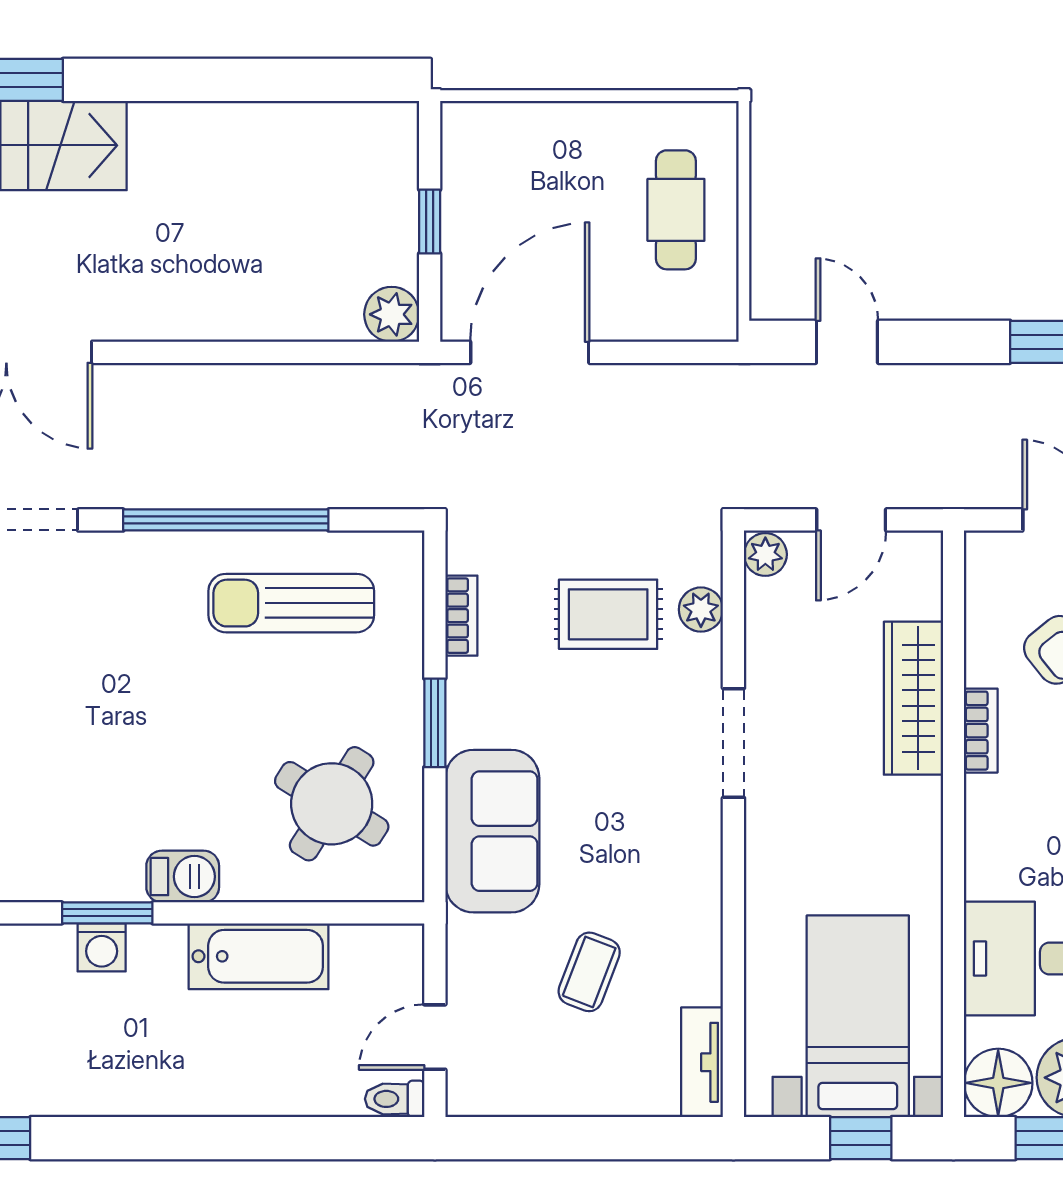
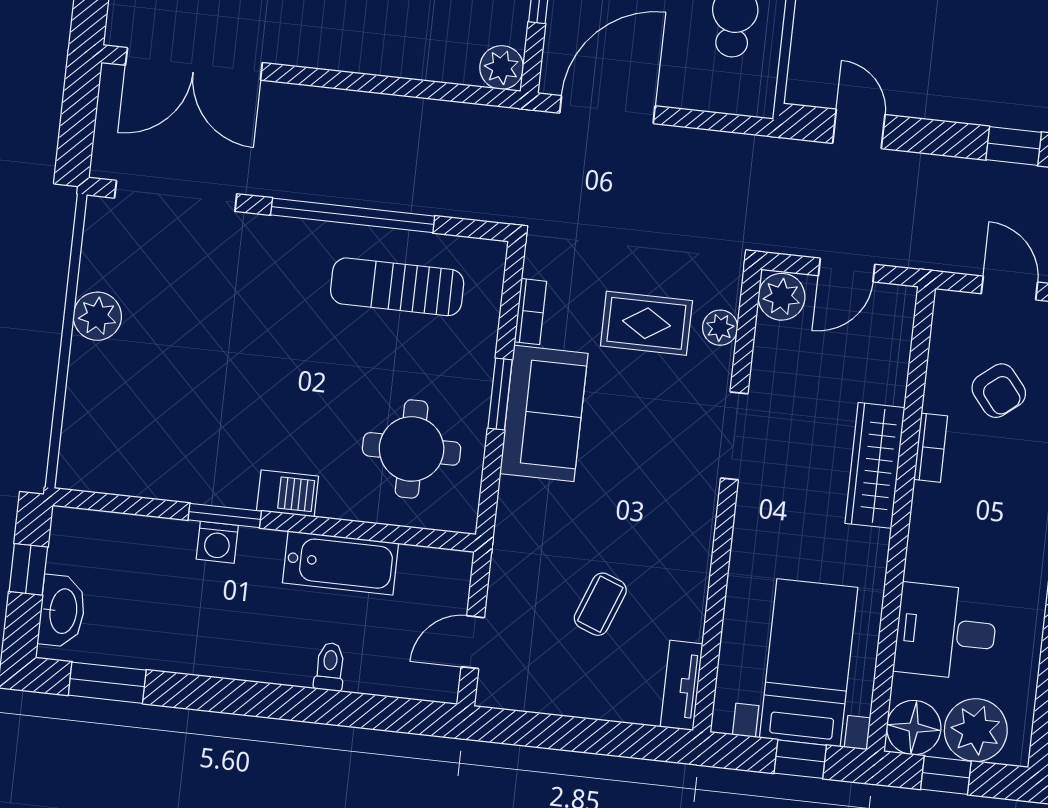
plant: (765, 554) -> (782, 297), width x1.38, depth x1.38
wardrobe: (913, 698) -> (875, 465), moved
round table: (332, 804) -> (412, 449), turned -32
sofa: (492, 831) -> (544, 413), moved
toilet: (395, 1099) -> (330, 667), moved, turned 90

